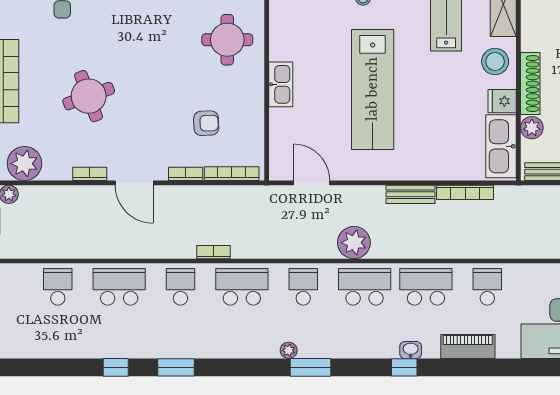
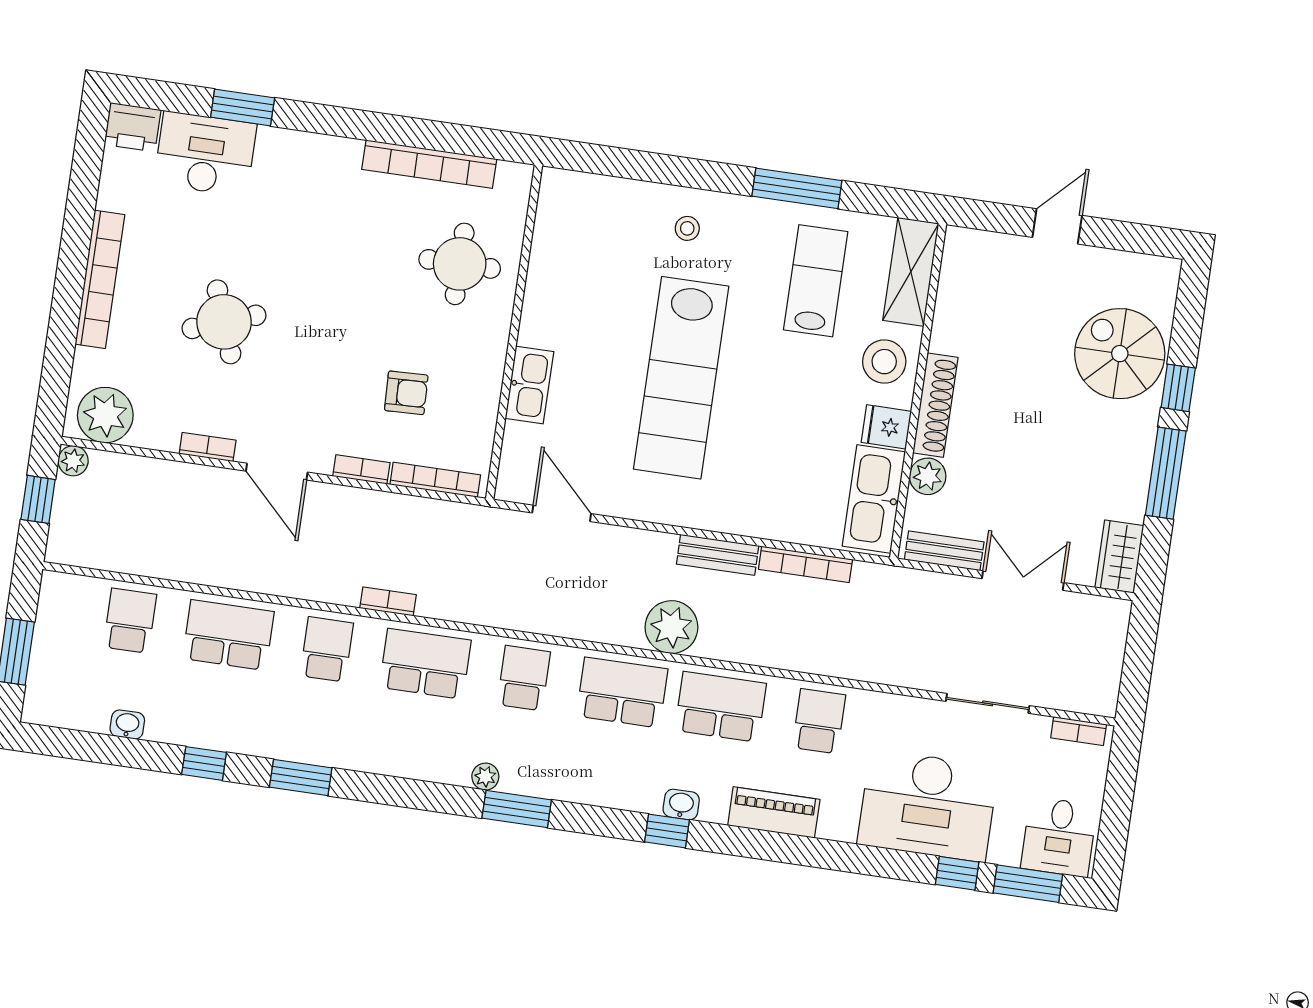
kitchen sink: (281, 84) -> (529, 385), moved
plant: (354, 243) -> (671, 627), moved
washbasin: (65, 350) -> (127, 724), added

